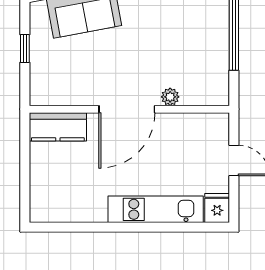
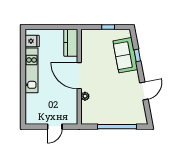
fridge: (217, 208) -> (32, 41), moved
kitchen unit: (156, 209) -> (31, 70), moved

